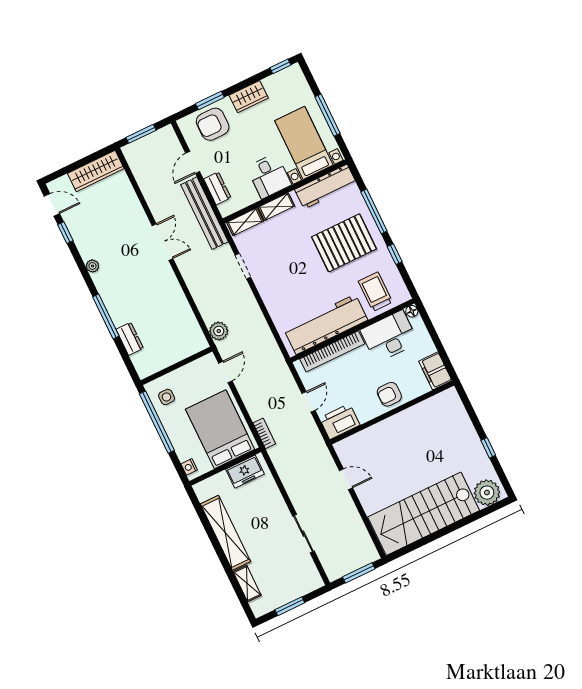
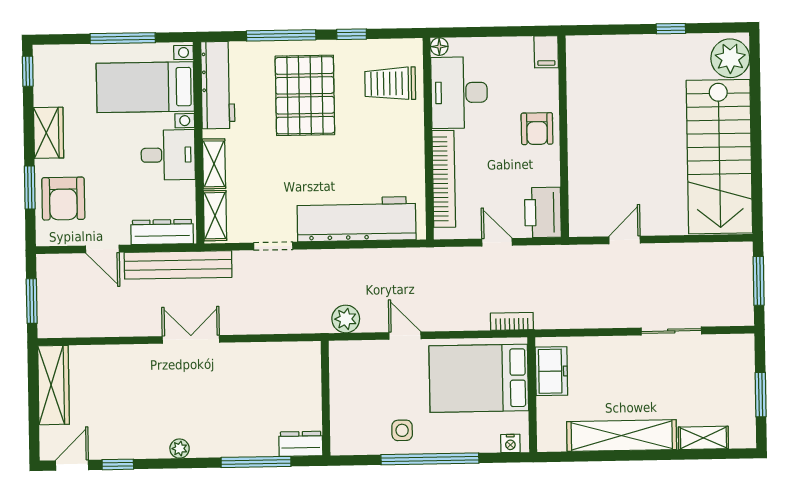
dresser: (217, 188) -> (162, 232), width x1.44
workbench: (326, 324) -> (357, 219), moved, turned 90
wall: (177, 366) -> (326, 398), moved
filing cabinet: (435, 371) -> (546, 52), width x0.50

